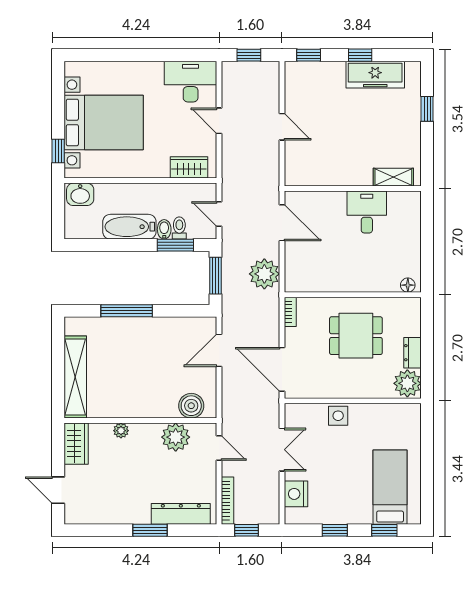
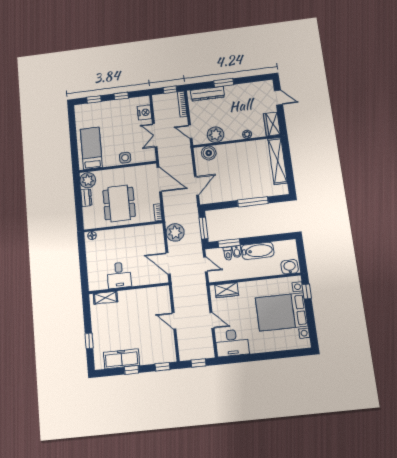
dining table: (356, 336) -> (119, 203), width x1.38
bed: (390, 487) -> (91, 148), moved, turned 180

